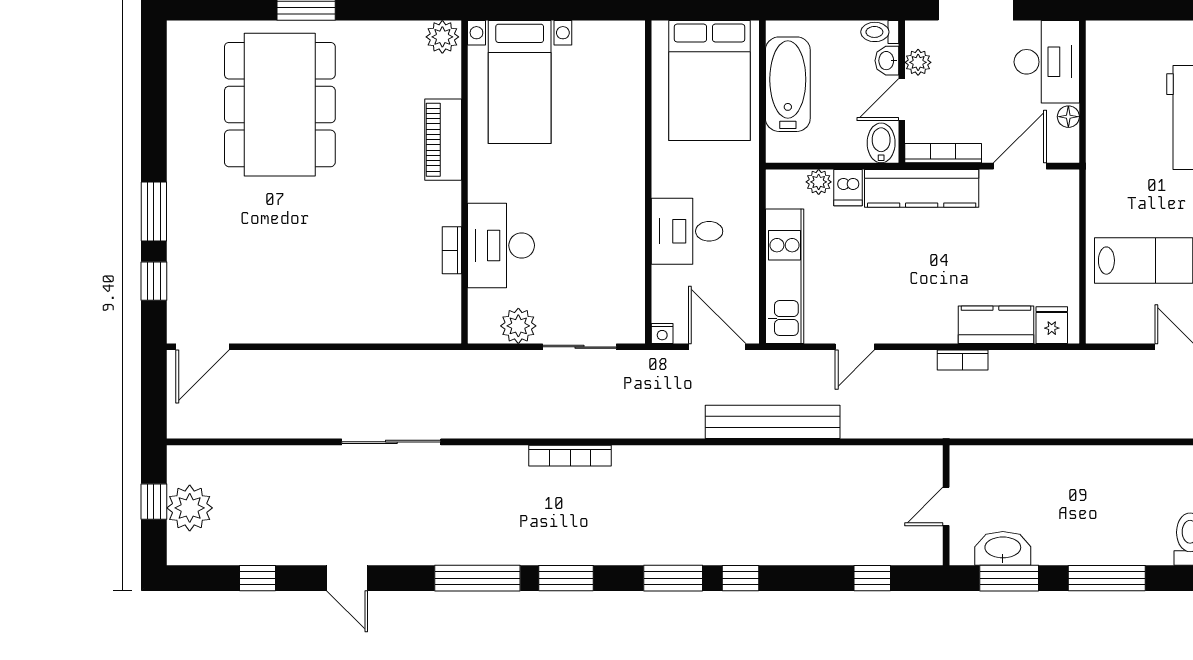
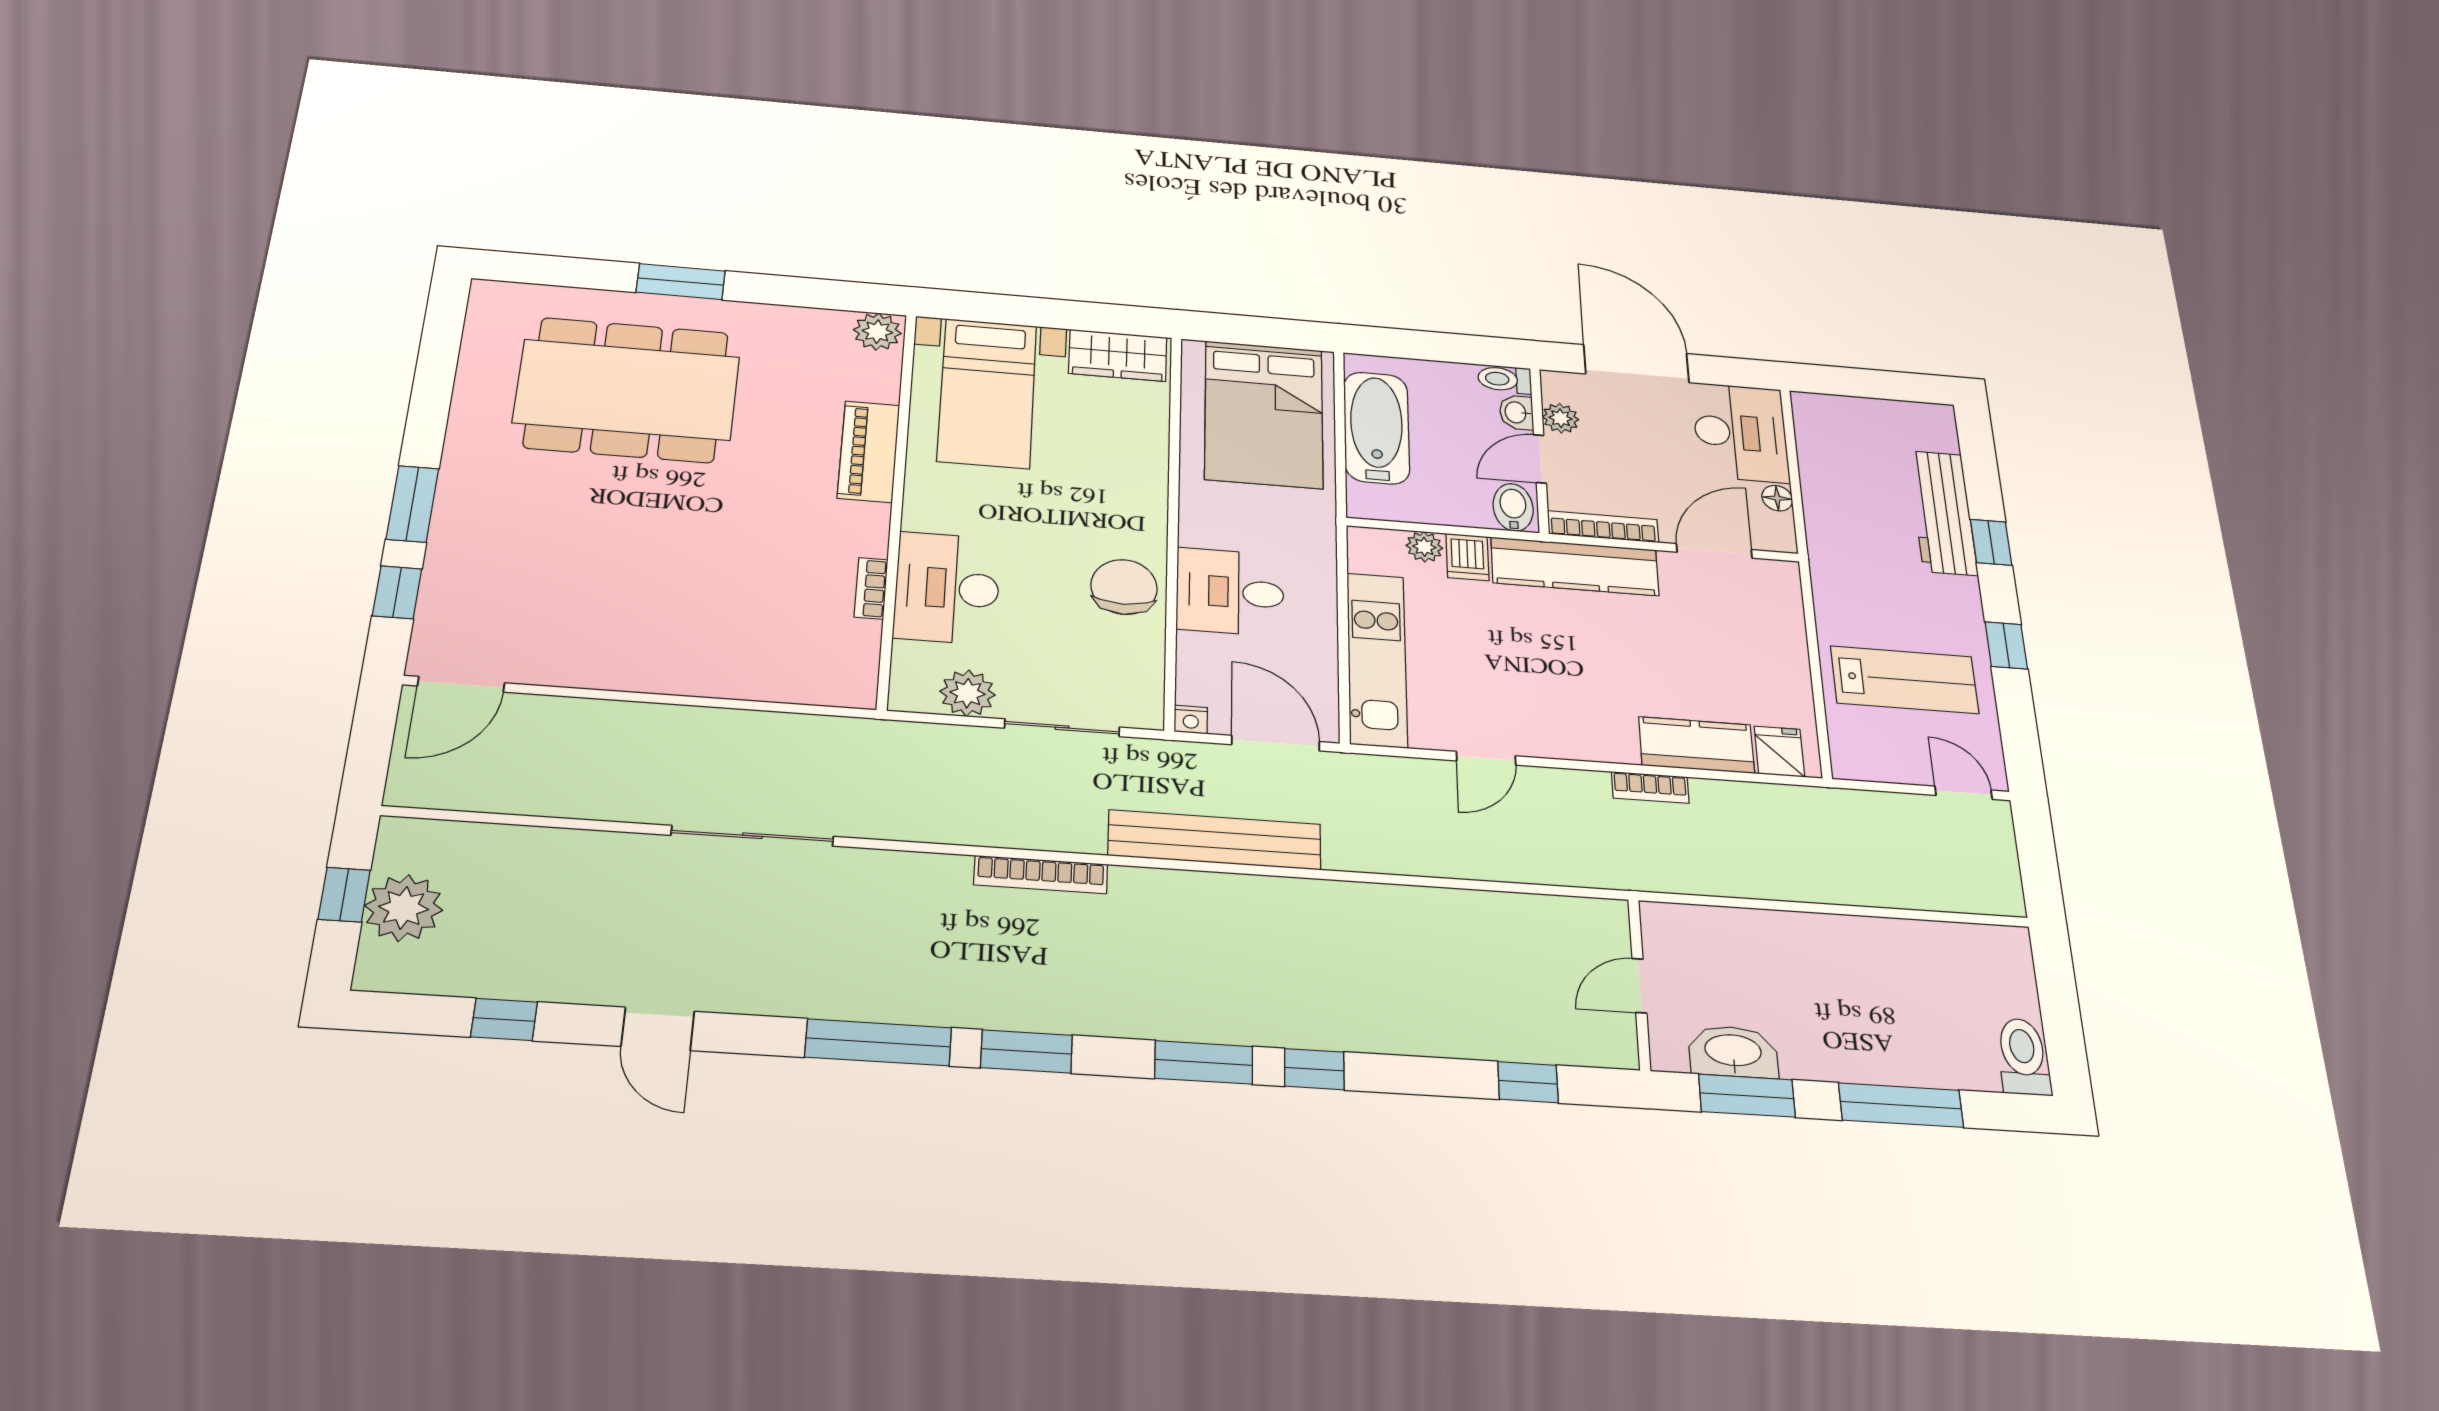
wardrobe: (608, 40) -> (1118, 355), added
dining table: (280, 105) -> (627, 390), turned 90
chair: (617, 234) -> (1124, 587), added
bench: (773, 422) -> (1215, 840), moved

